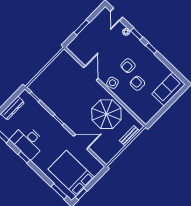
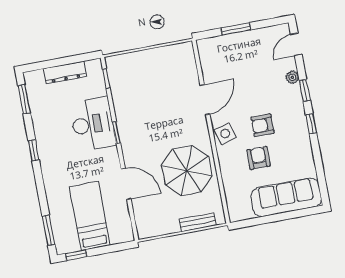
sofa: (168, 89) -> (286, 197), width x1.36
desk: (28, 142) -> (93, 124), moved, turned 180
bed: (71, 173) -> (90, 216), width x0.67

